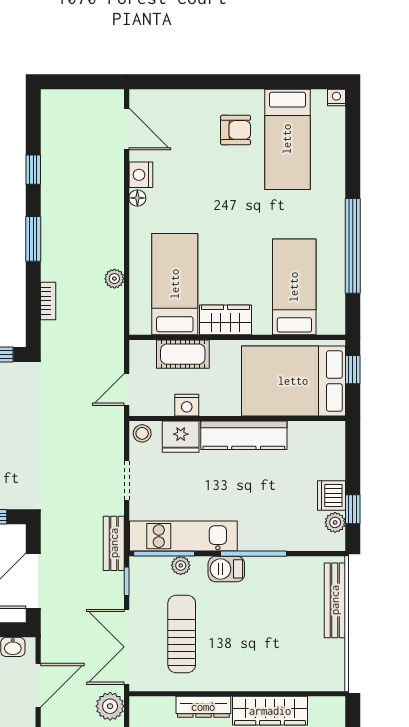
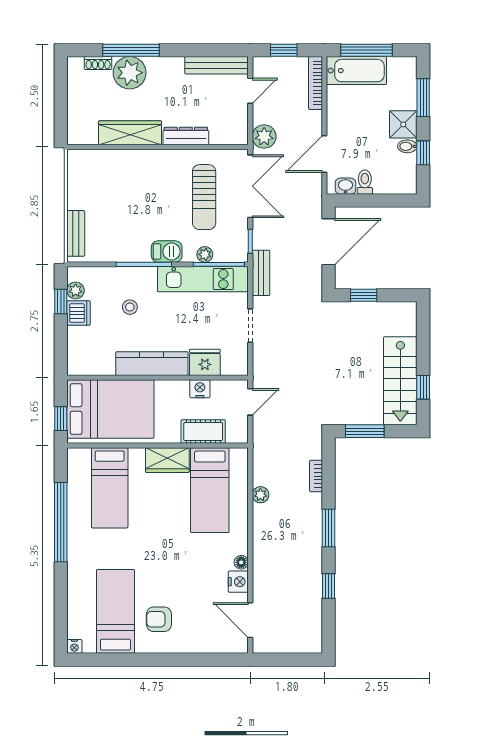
stool: (142, 433) -> (130, 307), moved
bench: (335, 600) -> (76, 233), width x0.73

